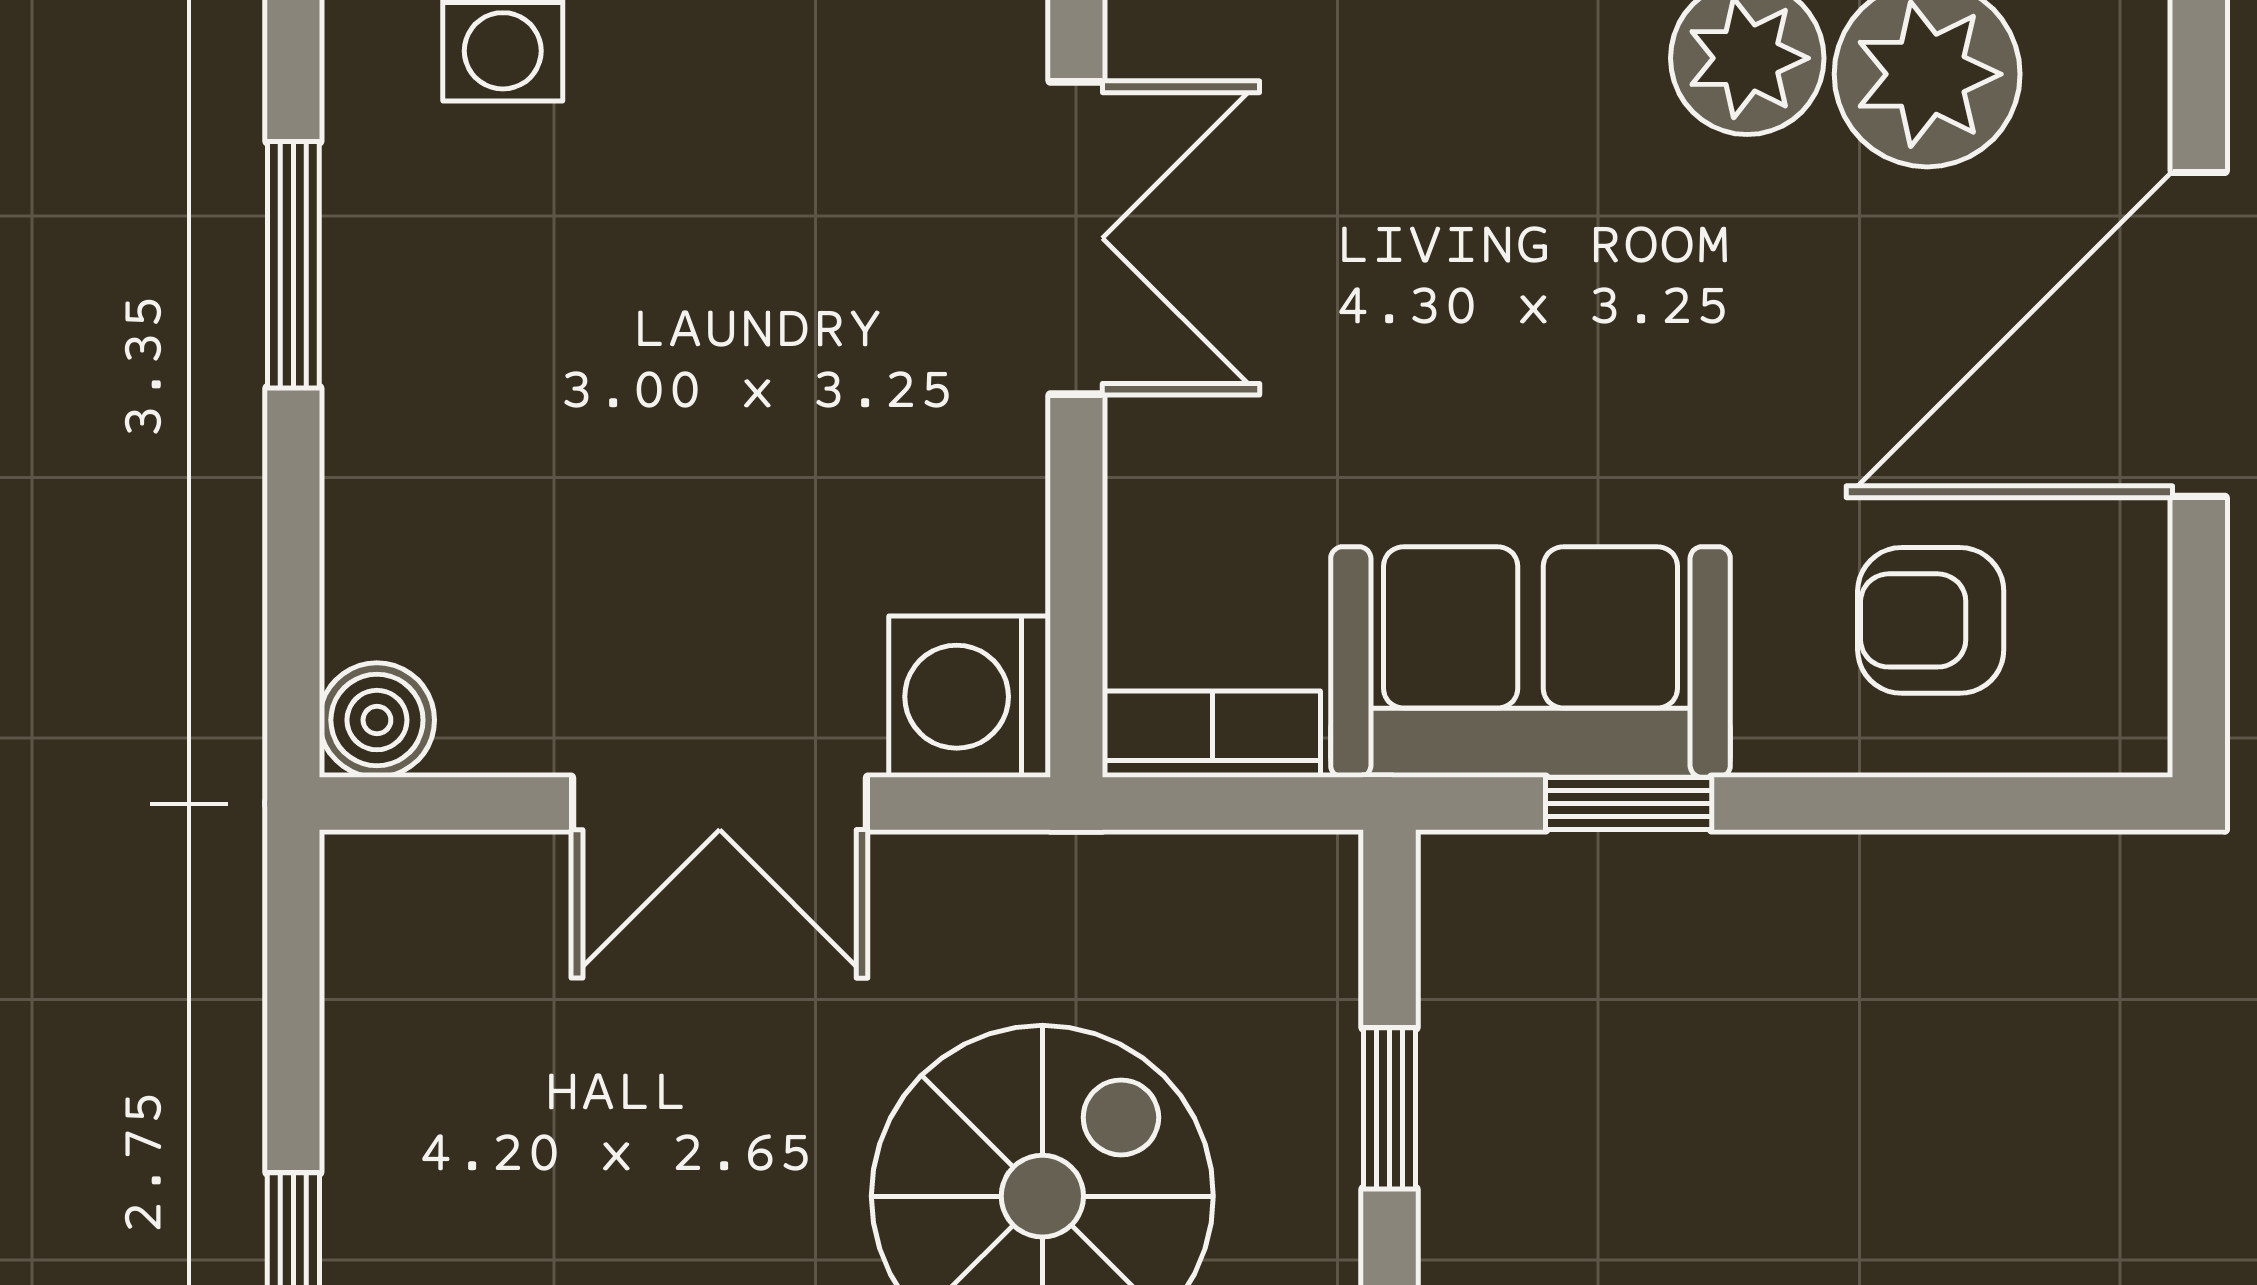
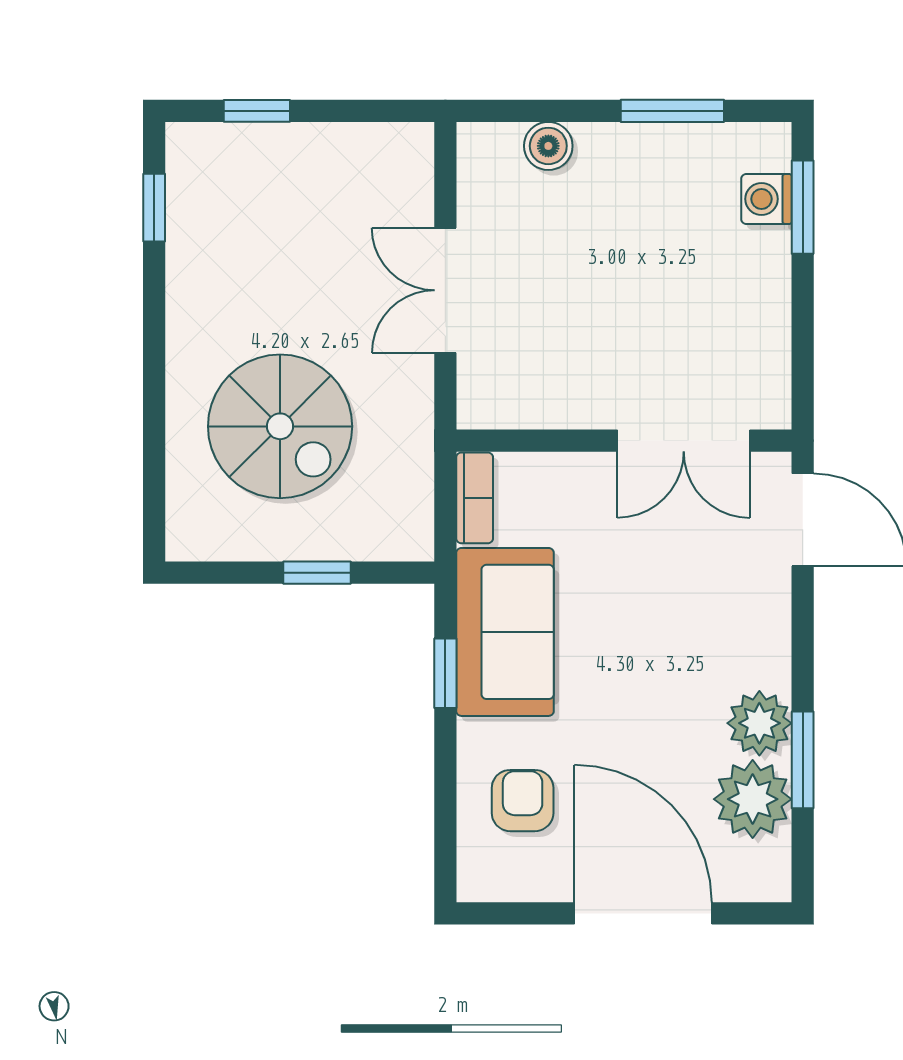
washing machine: (970, 697) -> (490, 396), removed
boiler: (377, 720) -> (548, 146), moved

